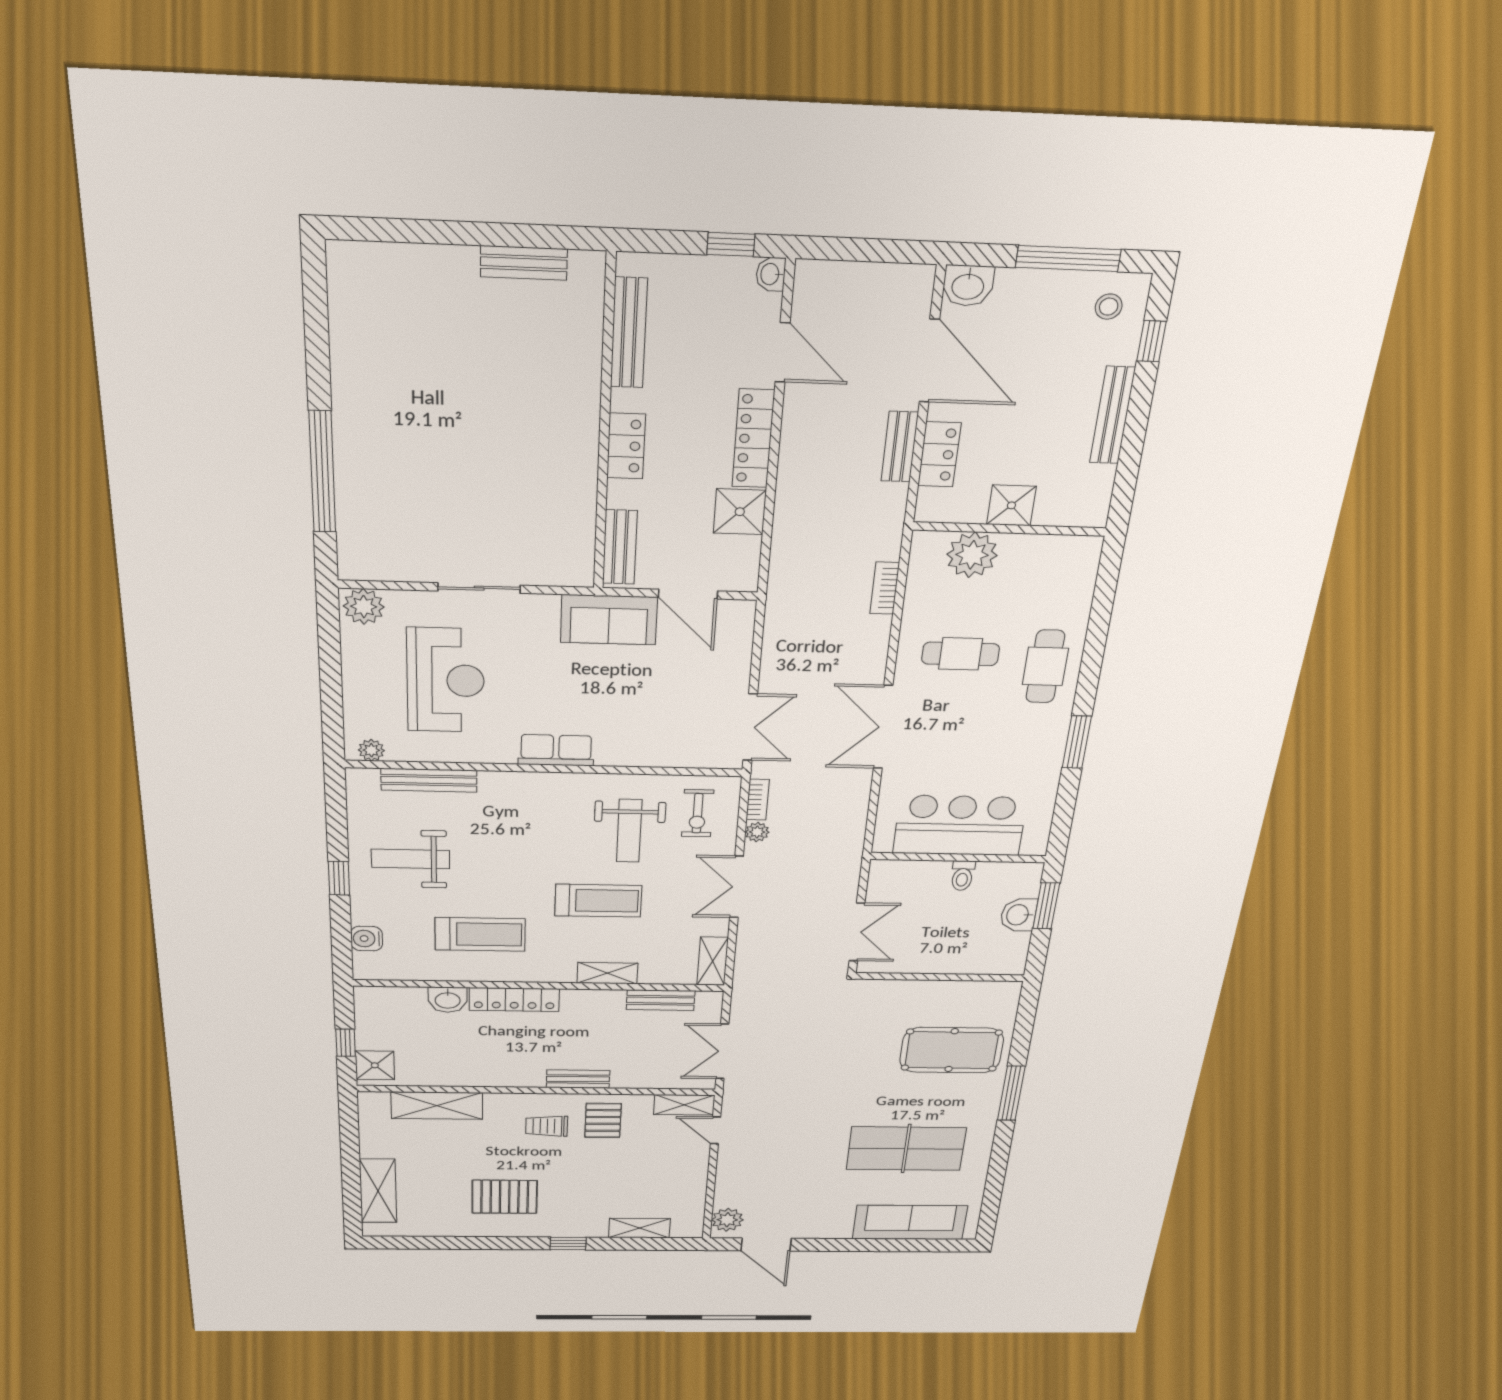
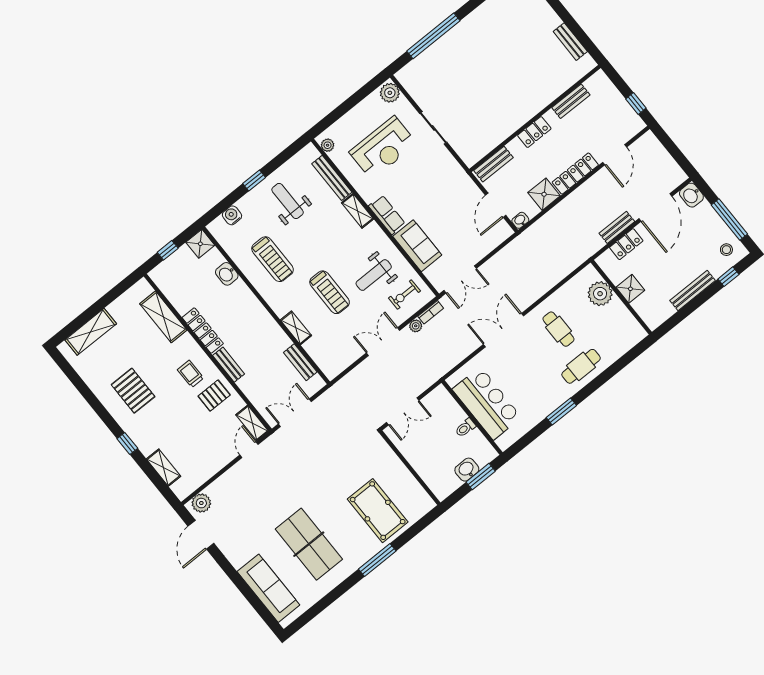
washbasin: (771, 274) -> (520, 220), moved
bench: (629, 333) -> (571, 101), width x0.73
bookcase: (885, 588) -> (560, 275), removed
sofa: (609, 620) -> (417, 246), moved, turned 180
shelving: (713, 961) -> (357, 211), moved, turned 90
locker: (514, 1000) -> (203, 330), moved, turned 180
shower: (375, 1065) -> (200, 244), moved

